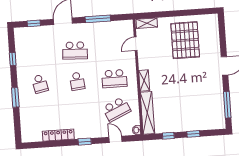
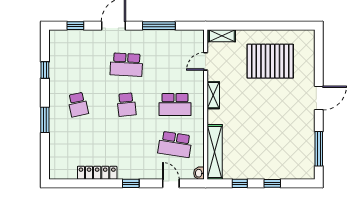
pallet: (185, 40) -> (270, 61), turned 90
shelving: (144, 81) -> (213, 95), moved
school desk: (117, 109) -> (175, 144), turned 33

